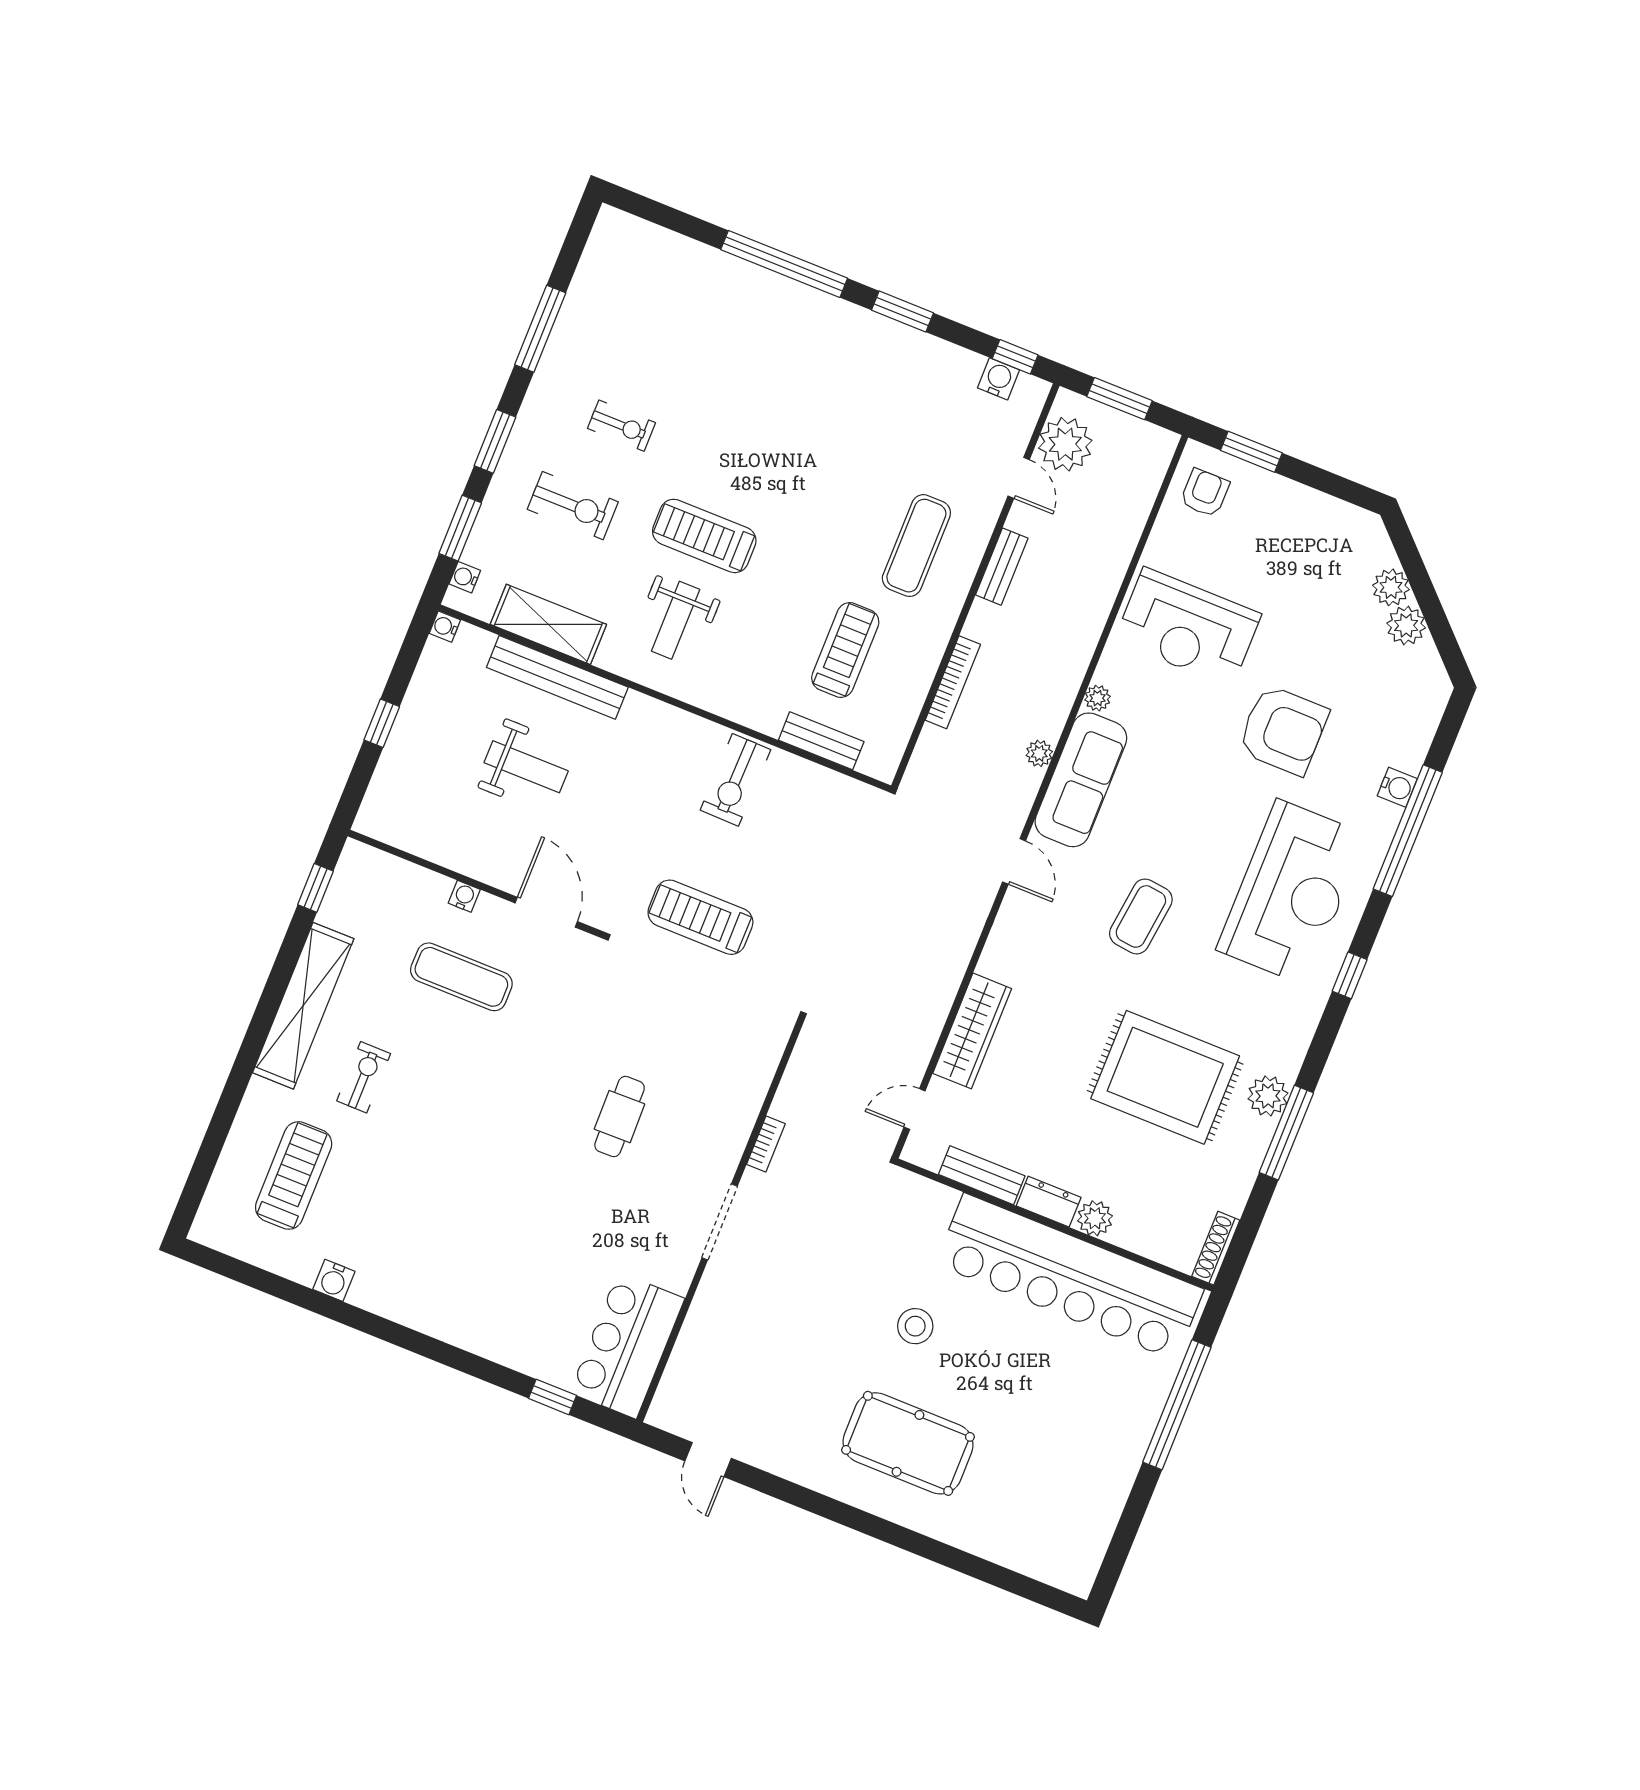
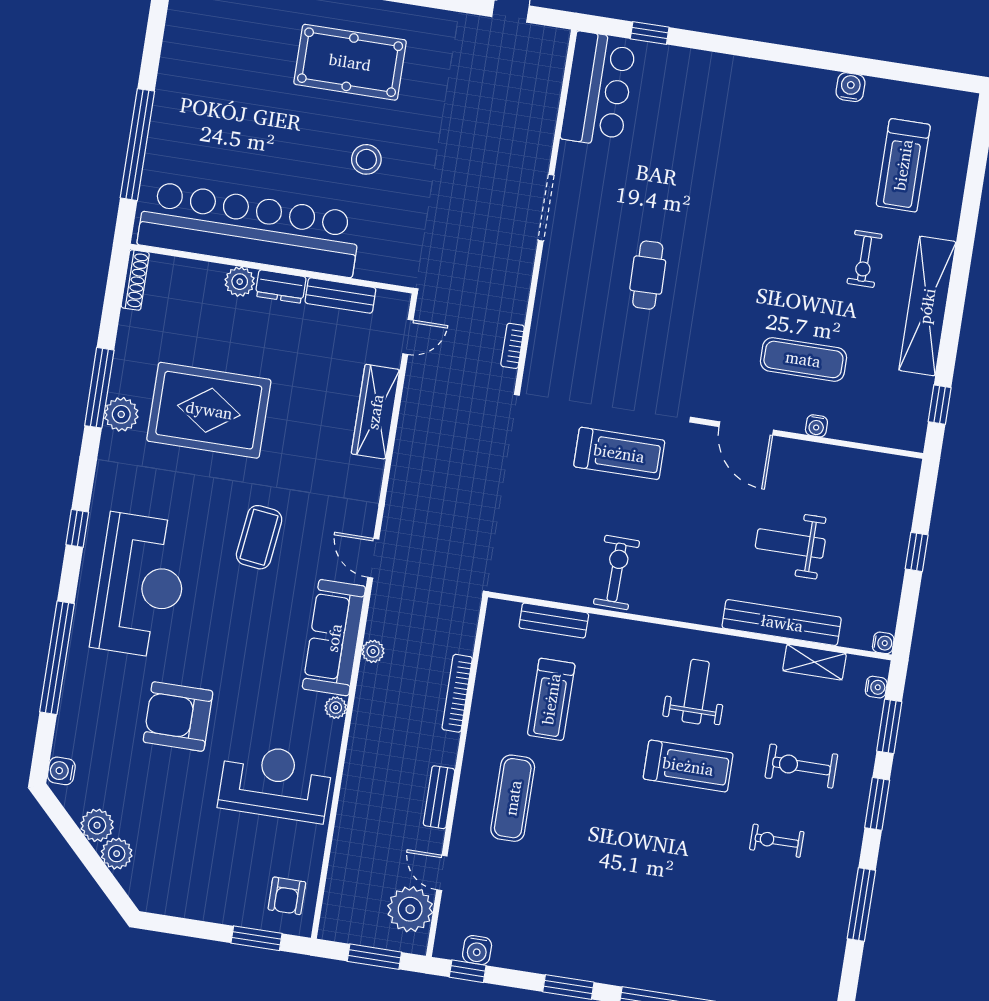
shelving: (548, 624) -> (815, 662), width x0.67, depth x0.75
water cooler: (1397, 787) -> (61, 771), moved
reception desk: (1291, 892) -> (141, 585), turned 180
bookcase: (766, 1144) -> (513, 346), moved

